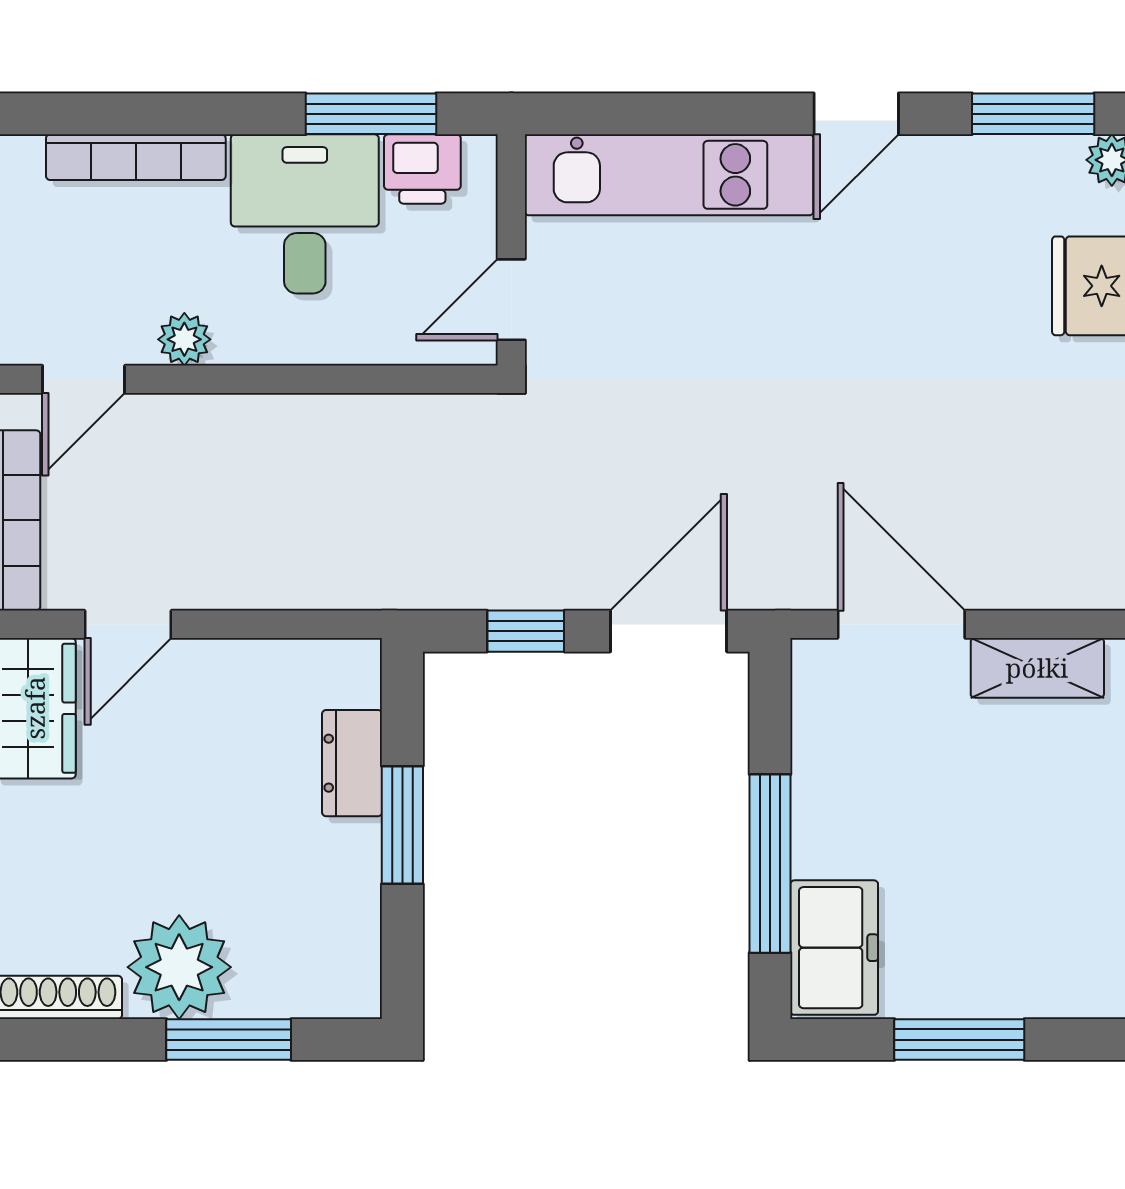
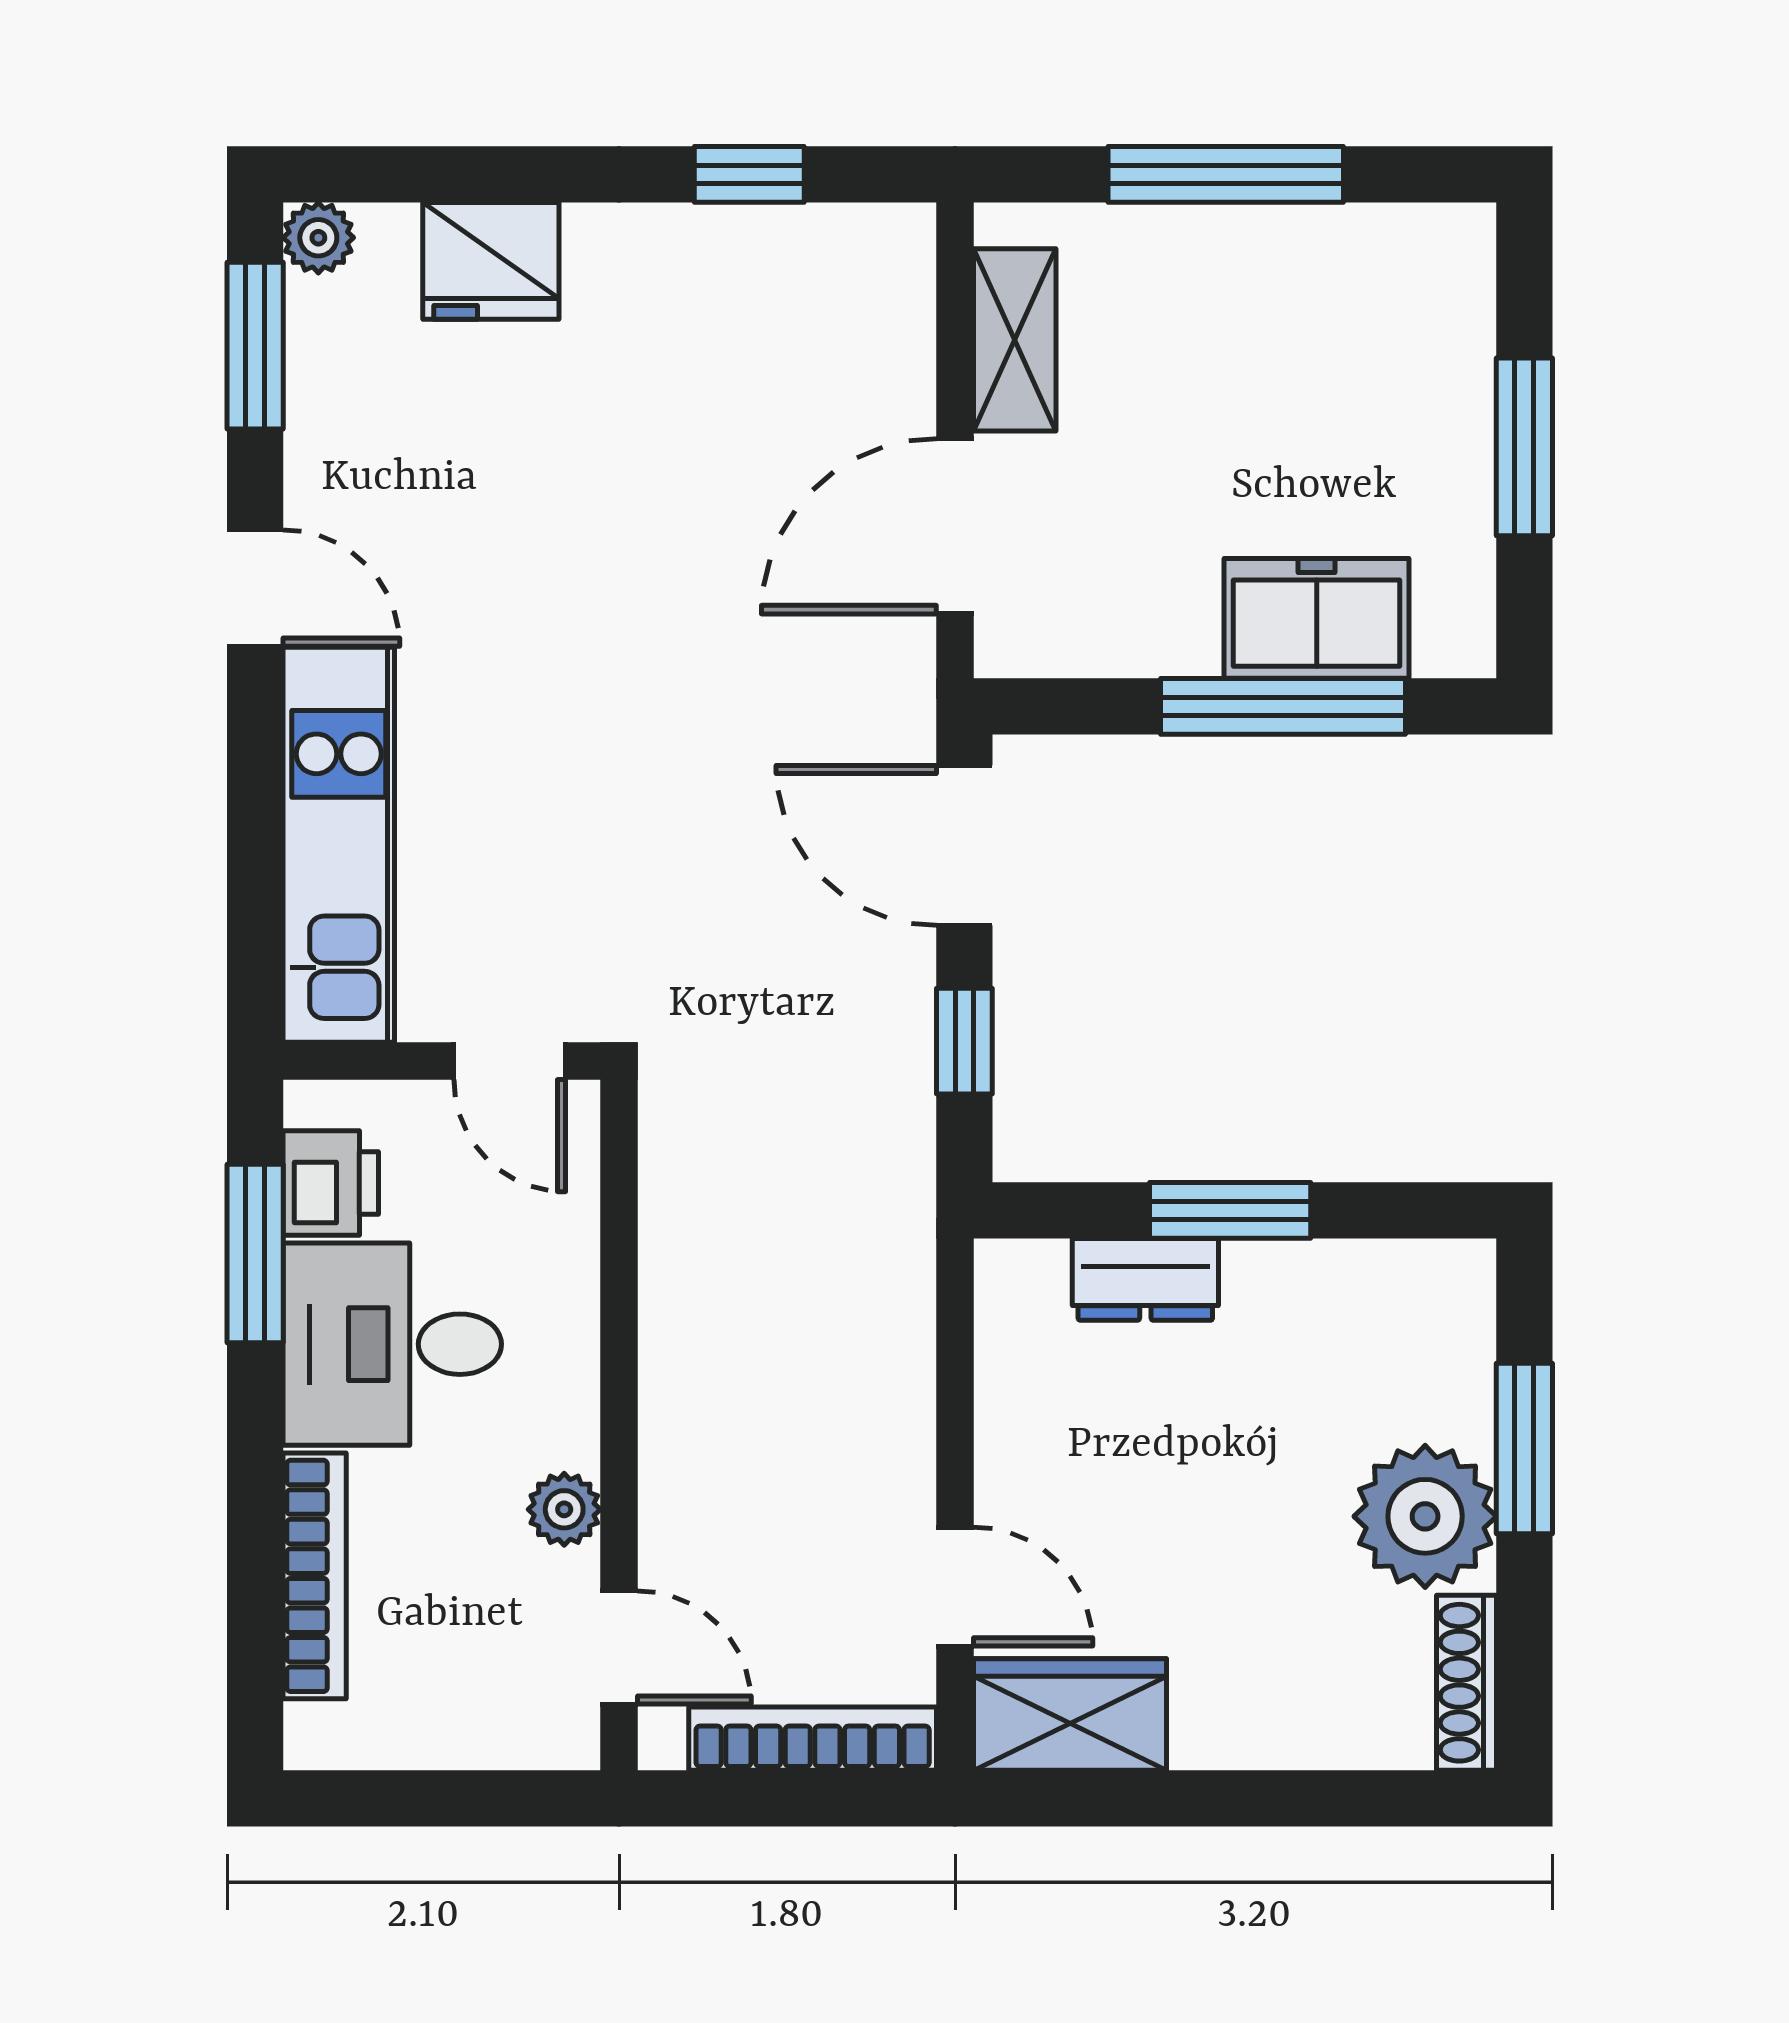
freezer: (834, 948) -> (1317, 618), moved

